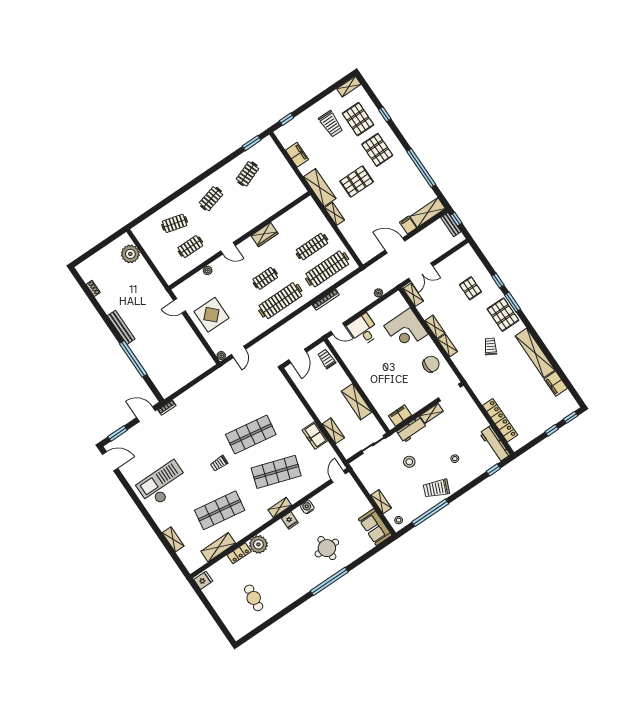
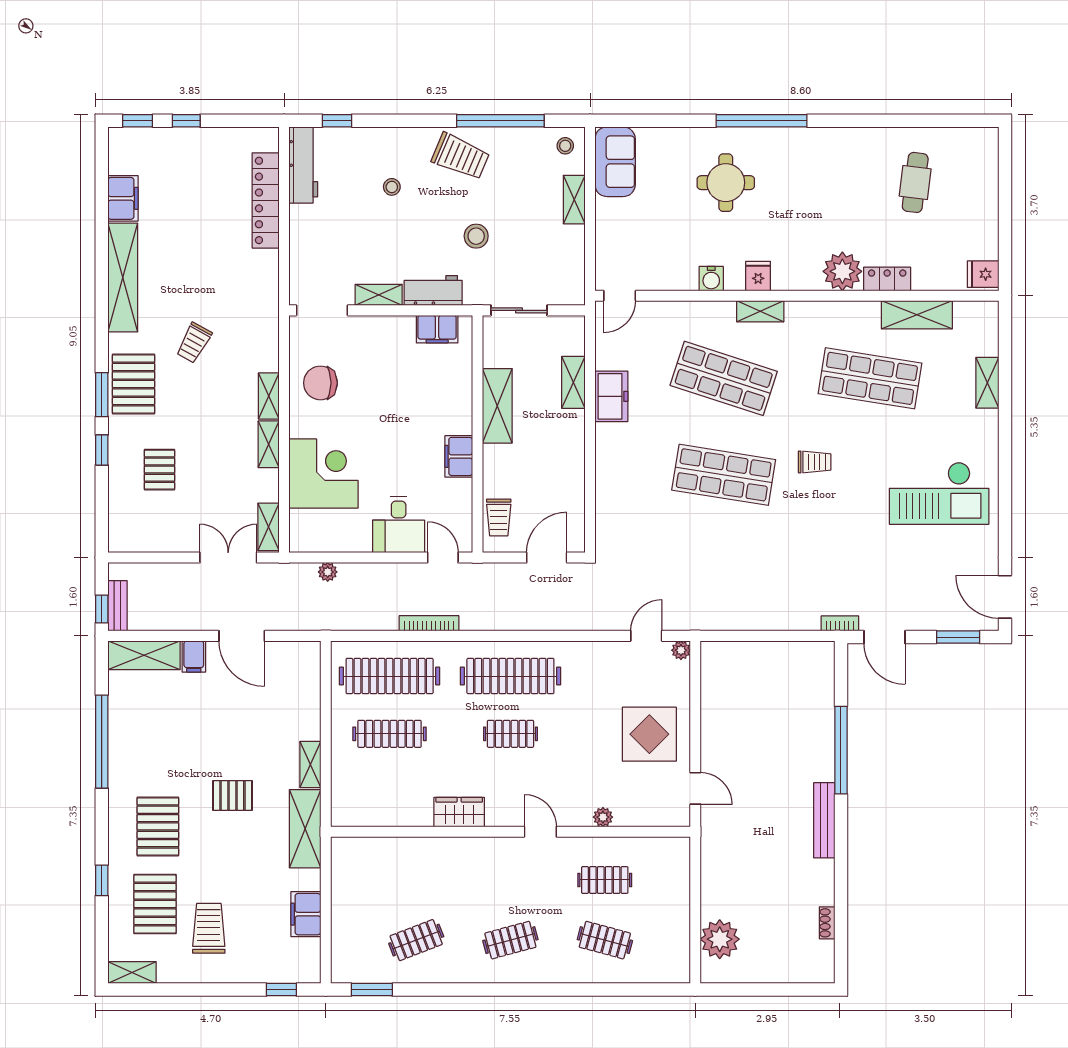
pallet: (357, 181) -> (232, 795), width x0.67, depth x0.71
filing cabinet: (358, 372) -> (459, 456), added

